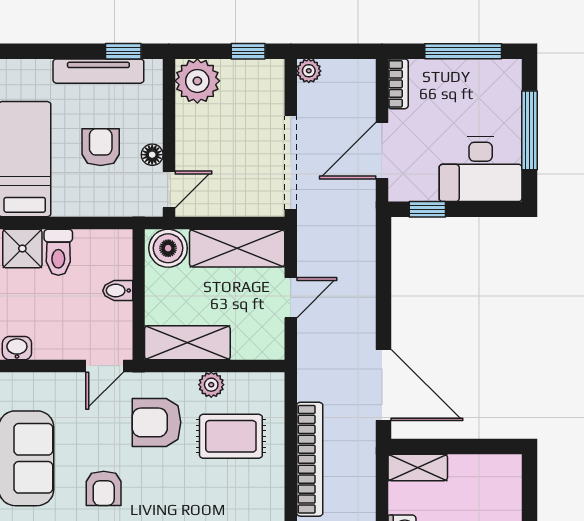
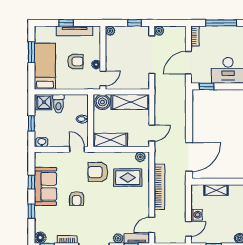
window: (123, 51) -> (66, 23), moved
plant: (197, 81) -> (110, 31), width x0.53, depth x0.53
armchair: (101, 147) -> (75, 61), turned 90
doorway: (291, 163) -> (152, 55), moved
door: (291, 298) -> (152, 133), moved
door: (105, 366) -> (77, 149), swing flipped
plant: (211, 385) -> (140, 157), moved
door: (383, 385) -> (189, 157), hinge flipped
shelving: (418, 467) -> (216, 190), moved

